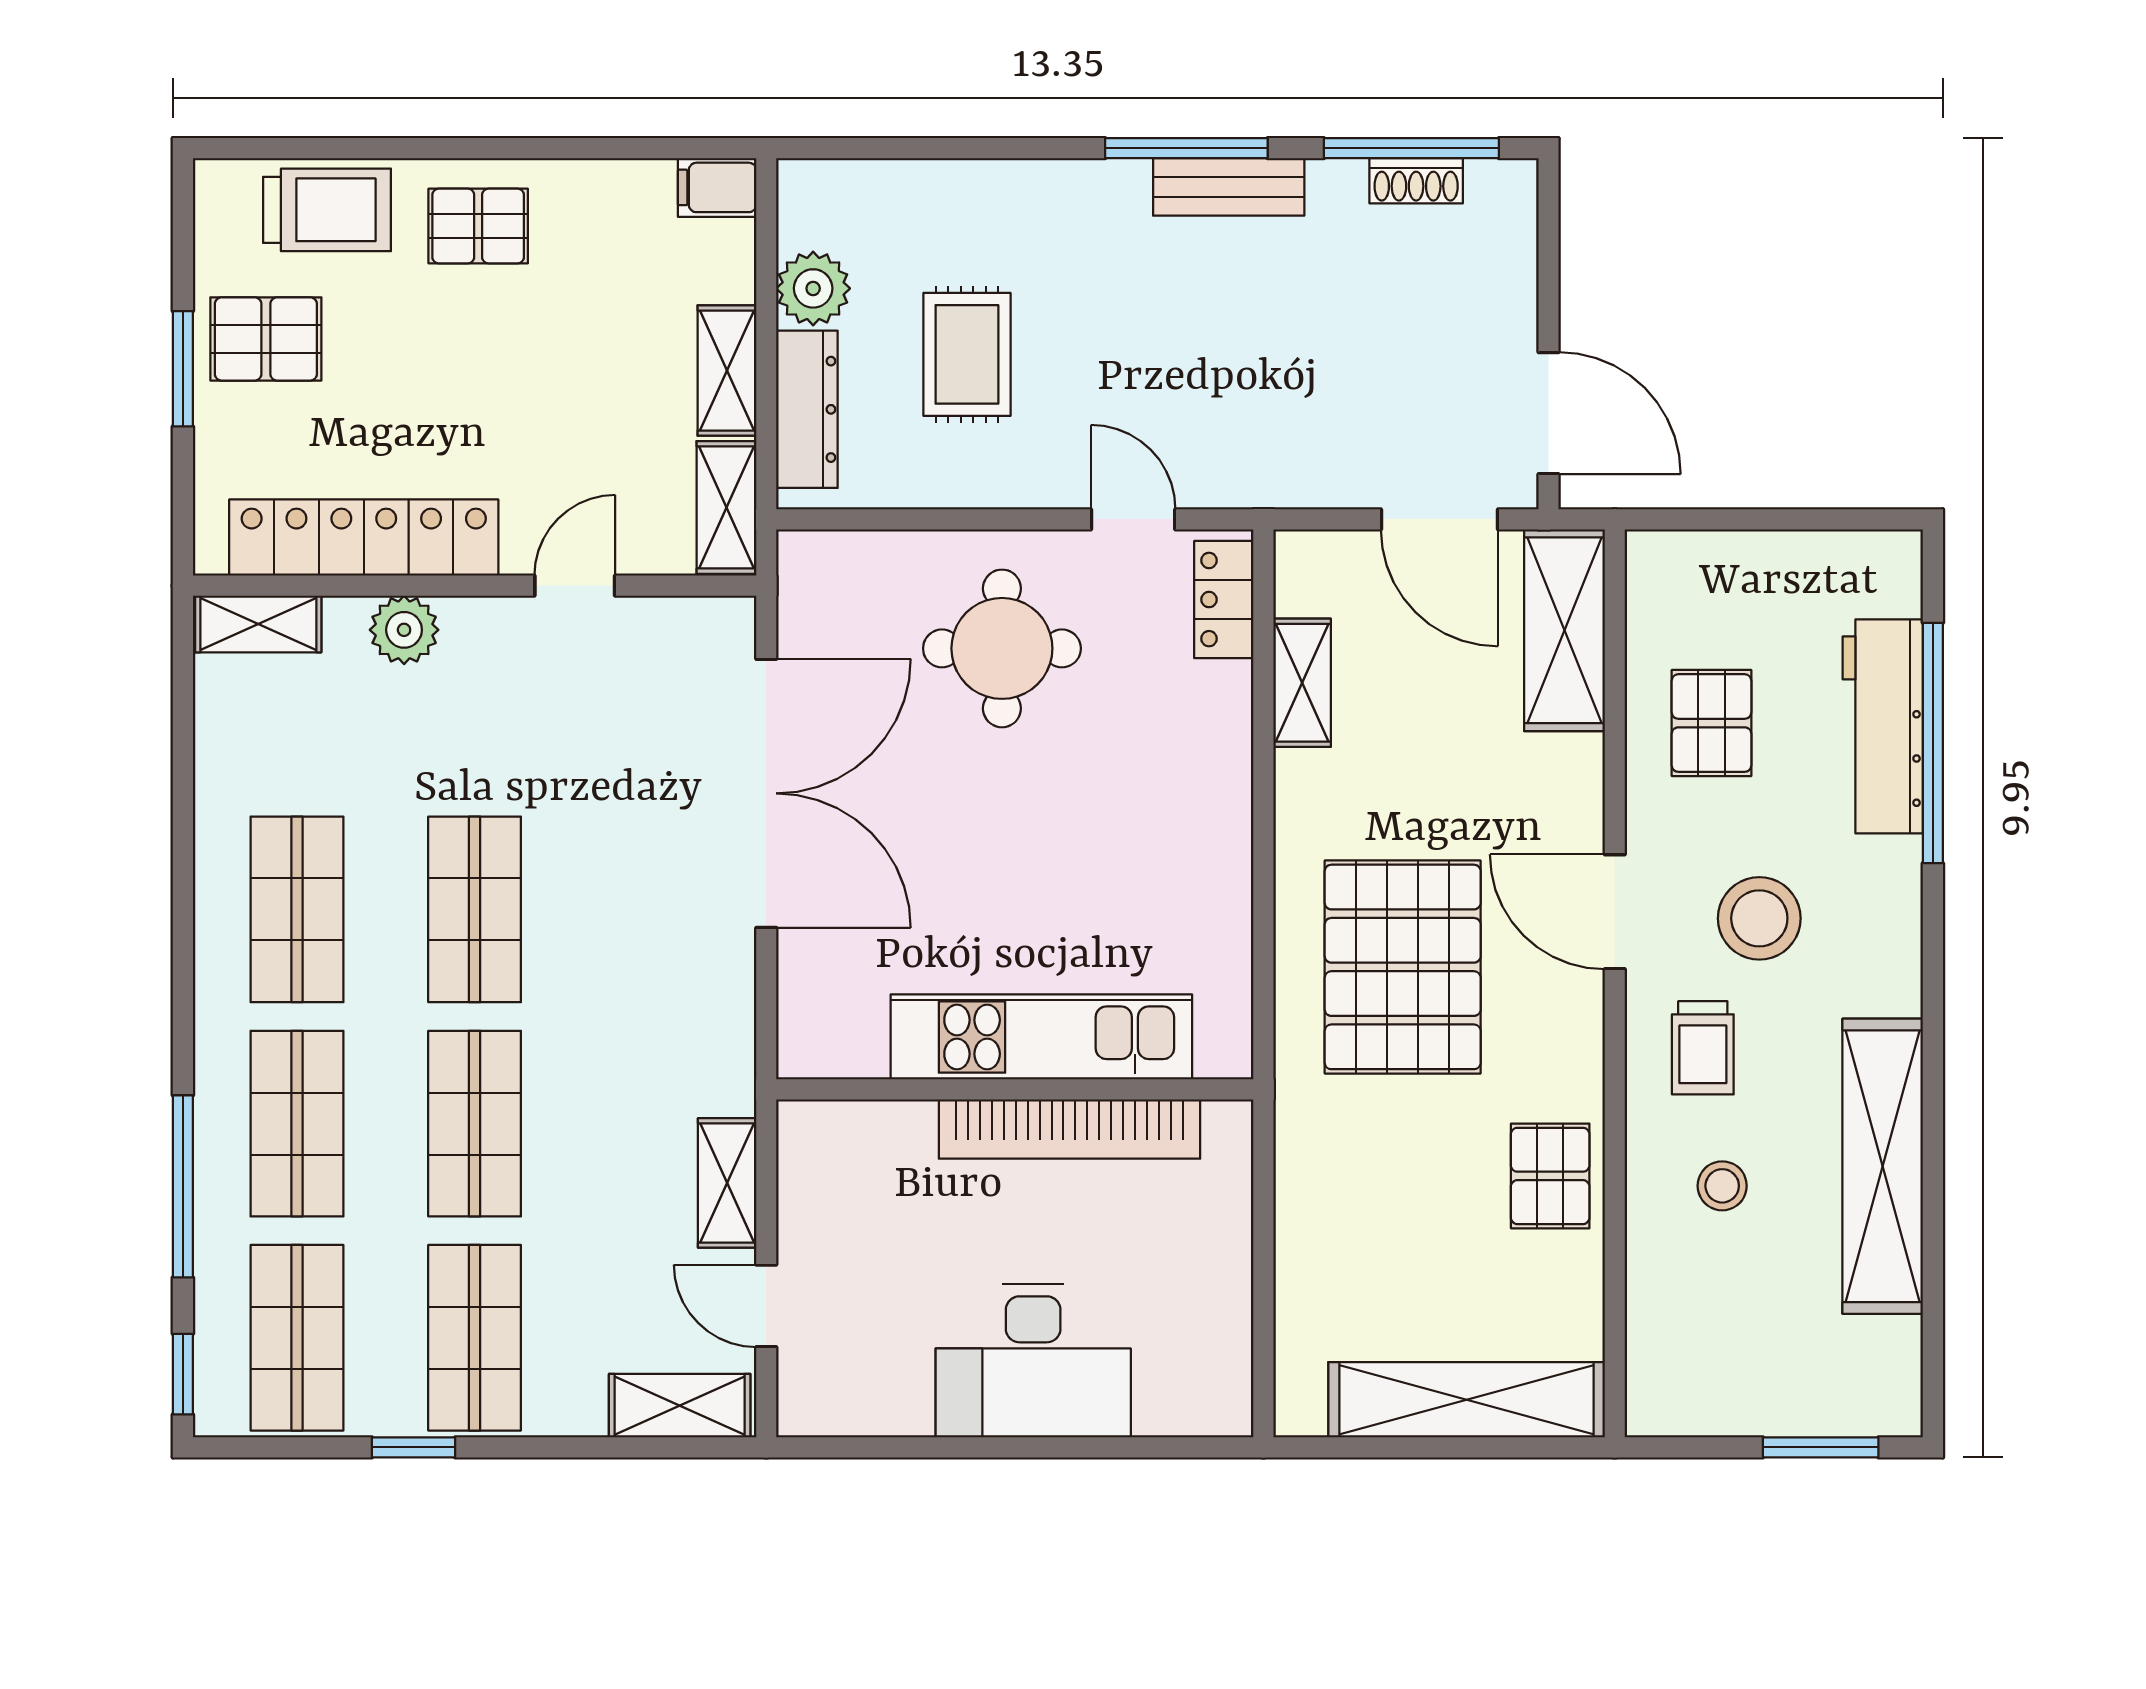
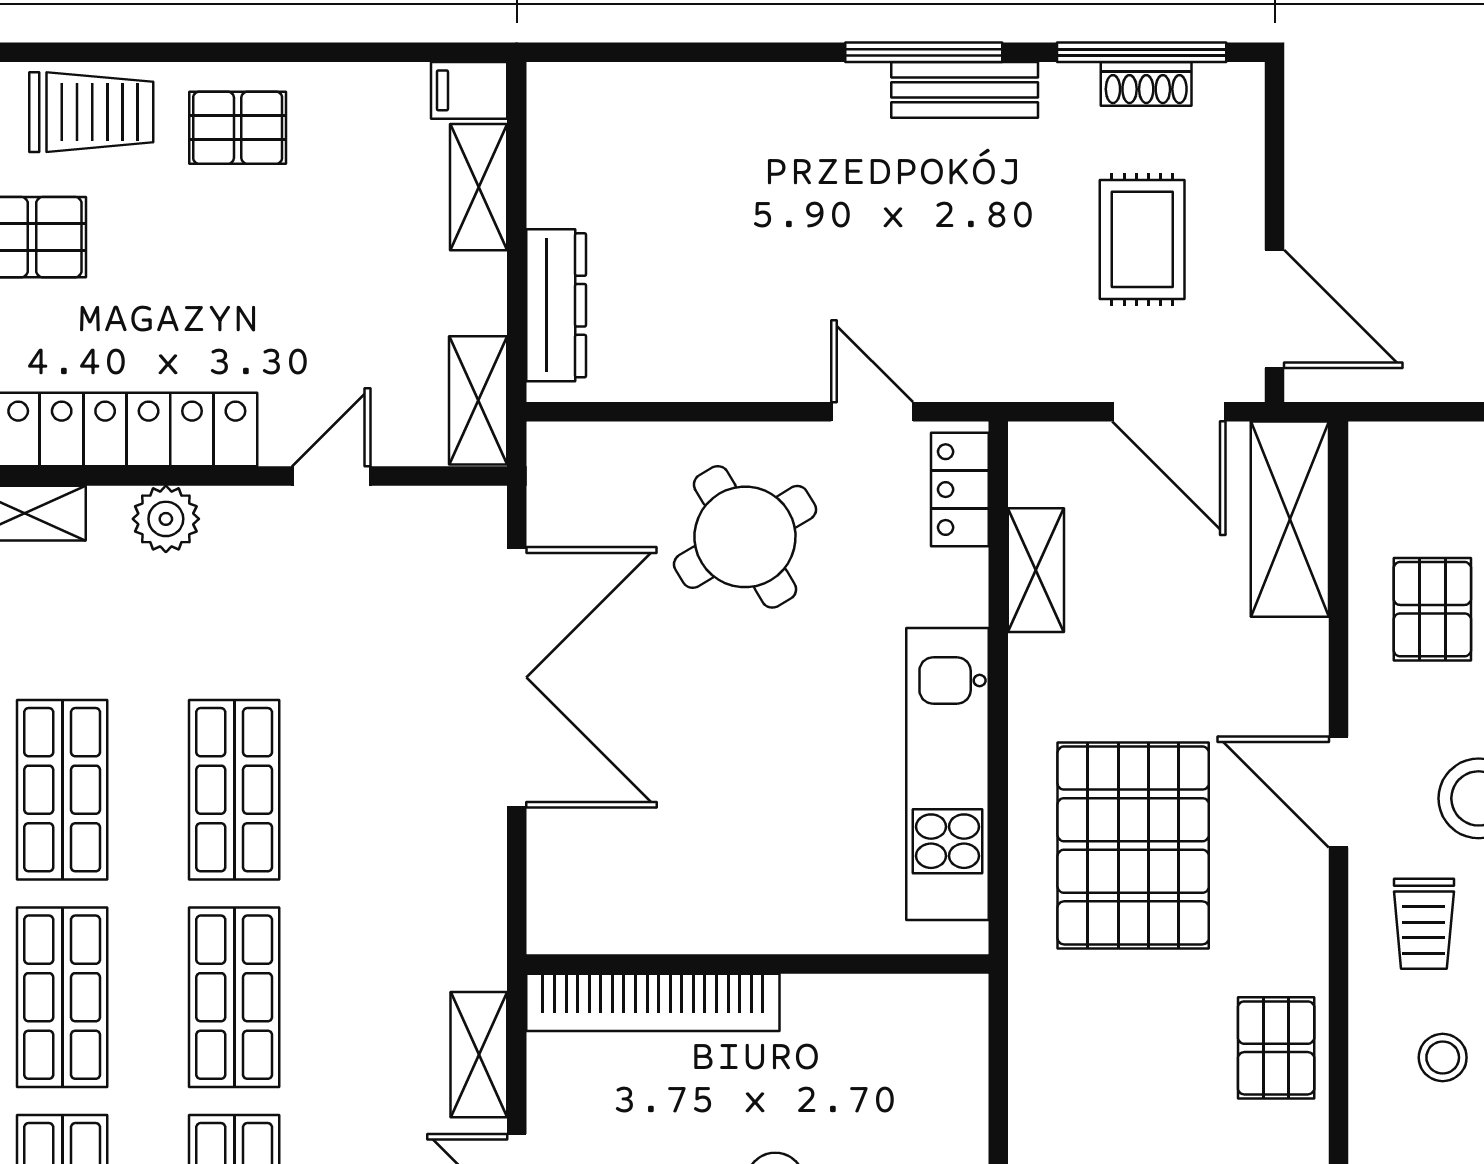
plant: (813, 288) -> (562, 188), removed
rug: (967, 354) -> (1142, 239), moved
shelving: (727, 371) -> (479, 187), moved
round table: (1002, 648) -> (745, 537), turned -31
kitchen unit: (1041, 1037) -> (947, 774), moved, turned -90
bookcase: (1069, 1129) -> (653, 1002), moved

